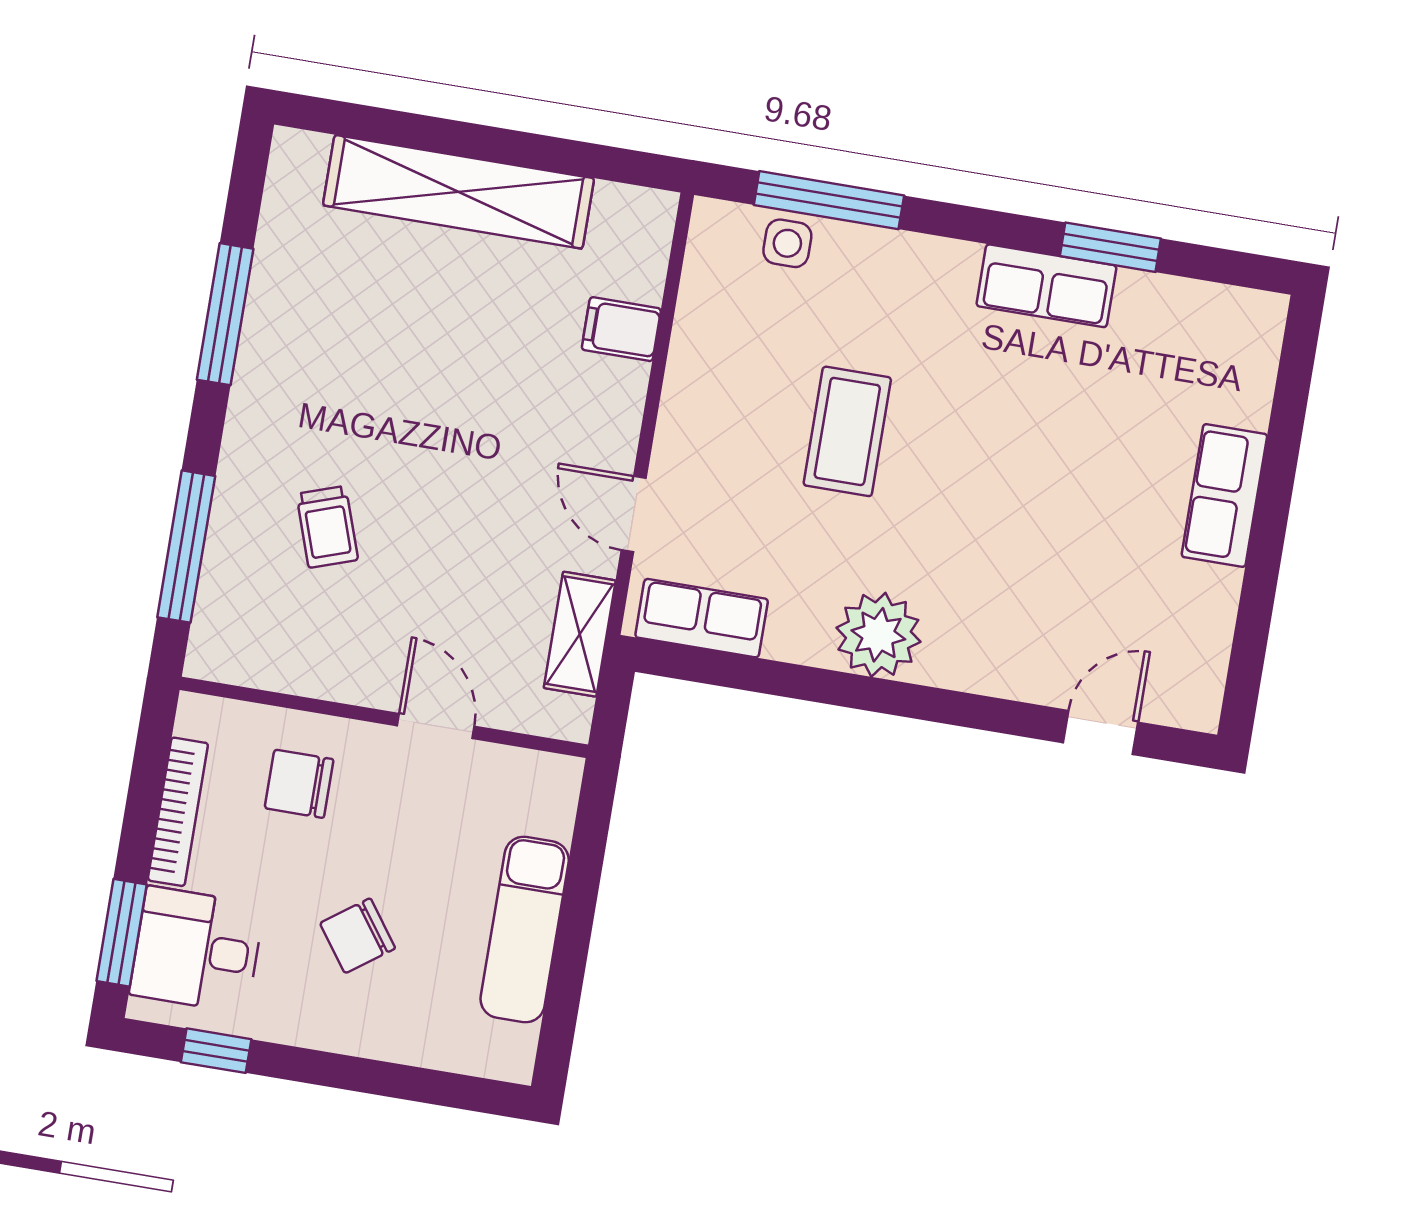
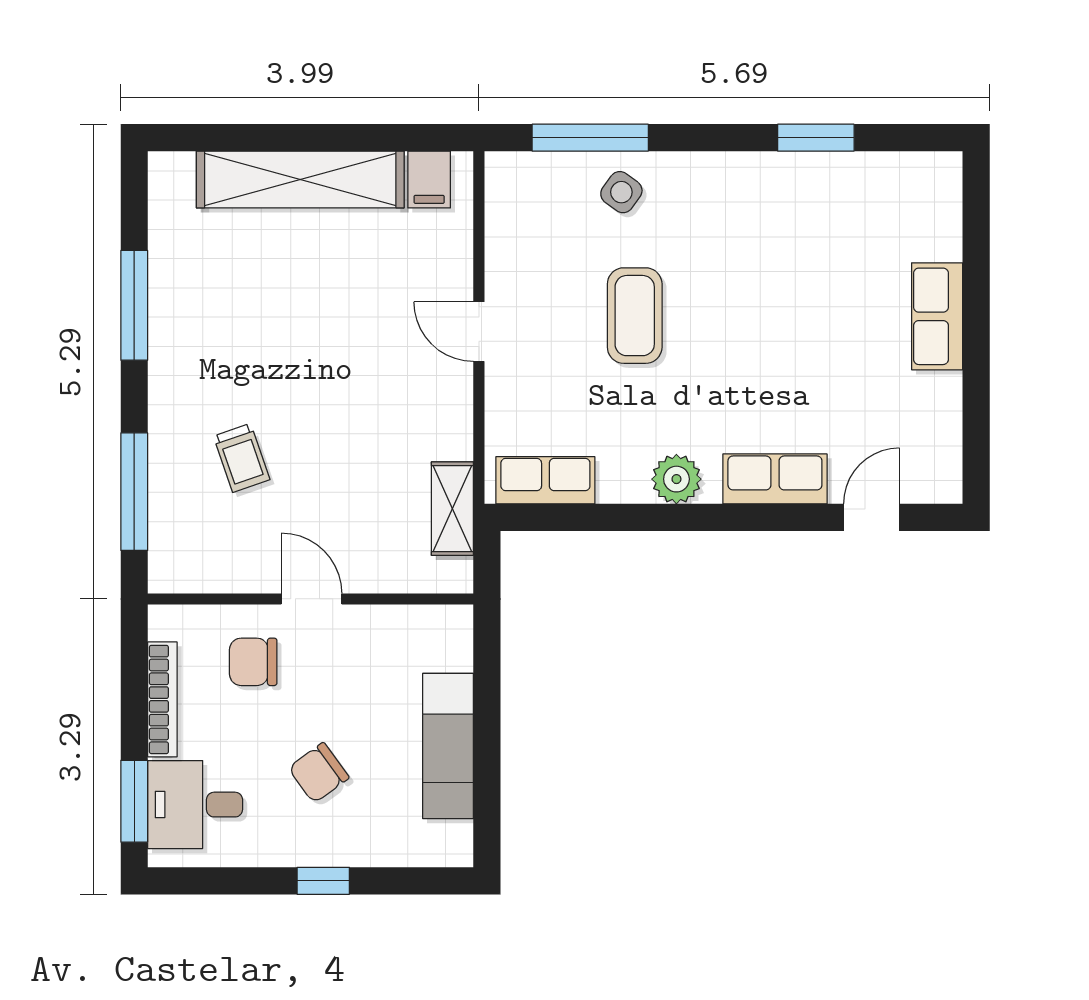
side table: (787, 243) -> (621, 192), moved, turned 36
row of seats: (1046, 286) -> (775, 479), moved, turned 180
filing cabinet: (621, 329) -> (429, 179), moved, turned -90
door: (634, 514) -> (479, 332), moved
plant: (878, 635) -> (676, 479), width x0.73, depth x0.73
door: (436, 726) -> (311, 599), moved
window: (216, 1051) -> (323, 881), moved

